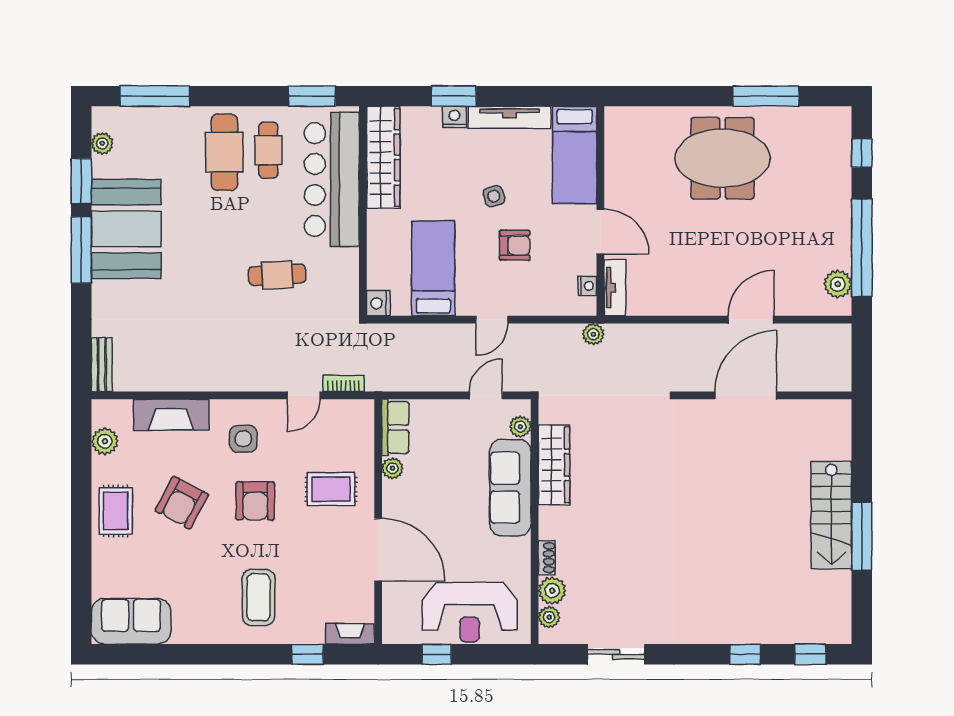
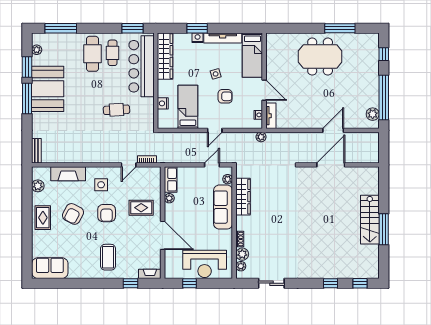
nightstand: (378, 303) -> (163, 103), moved

